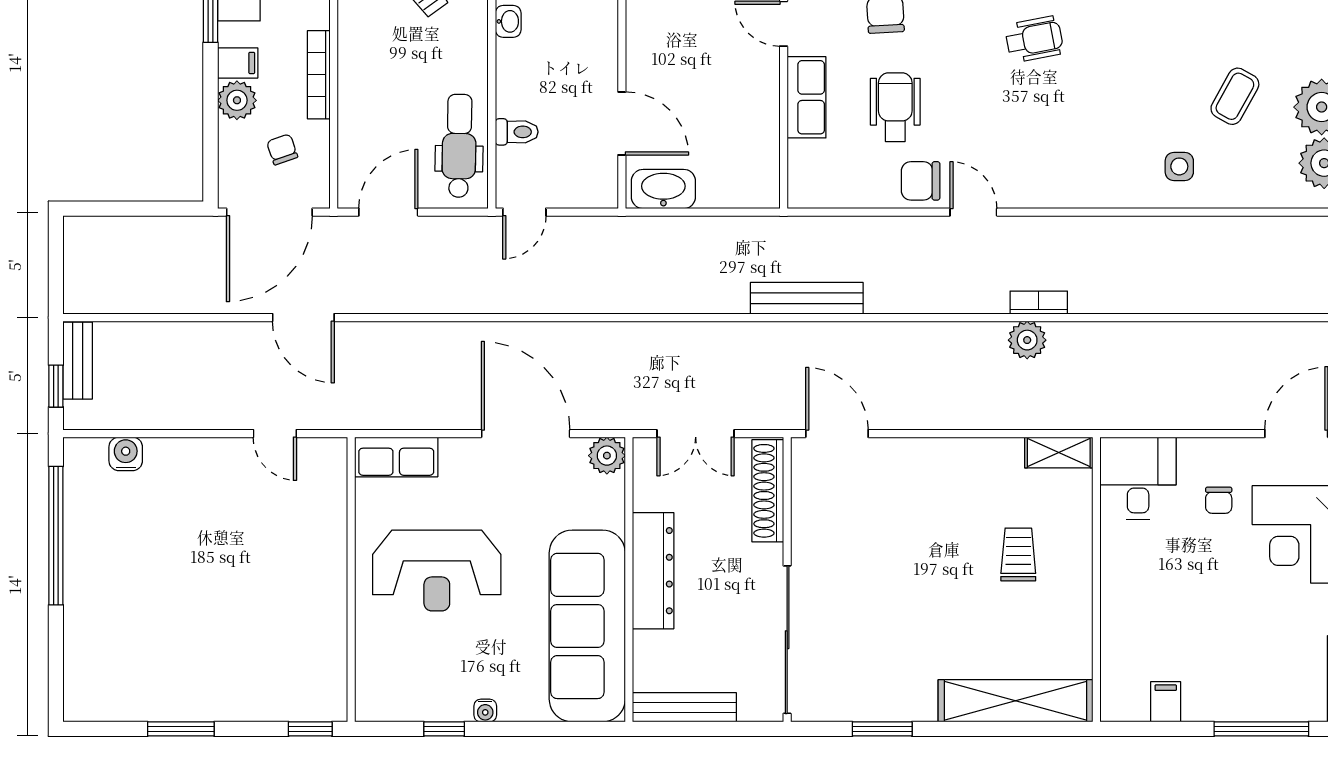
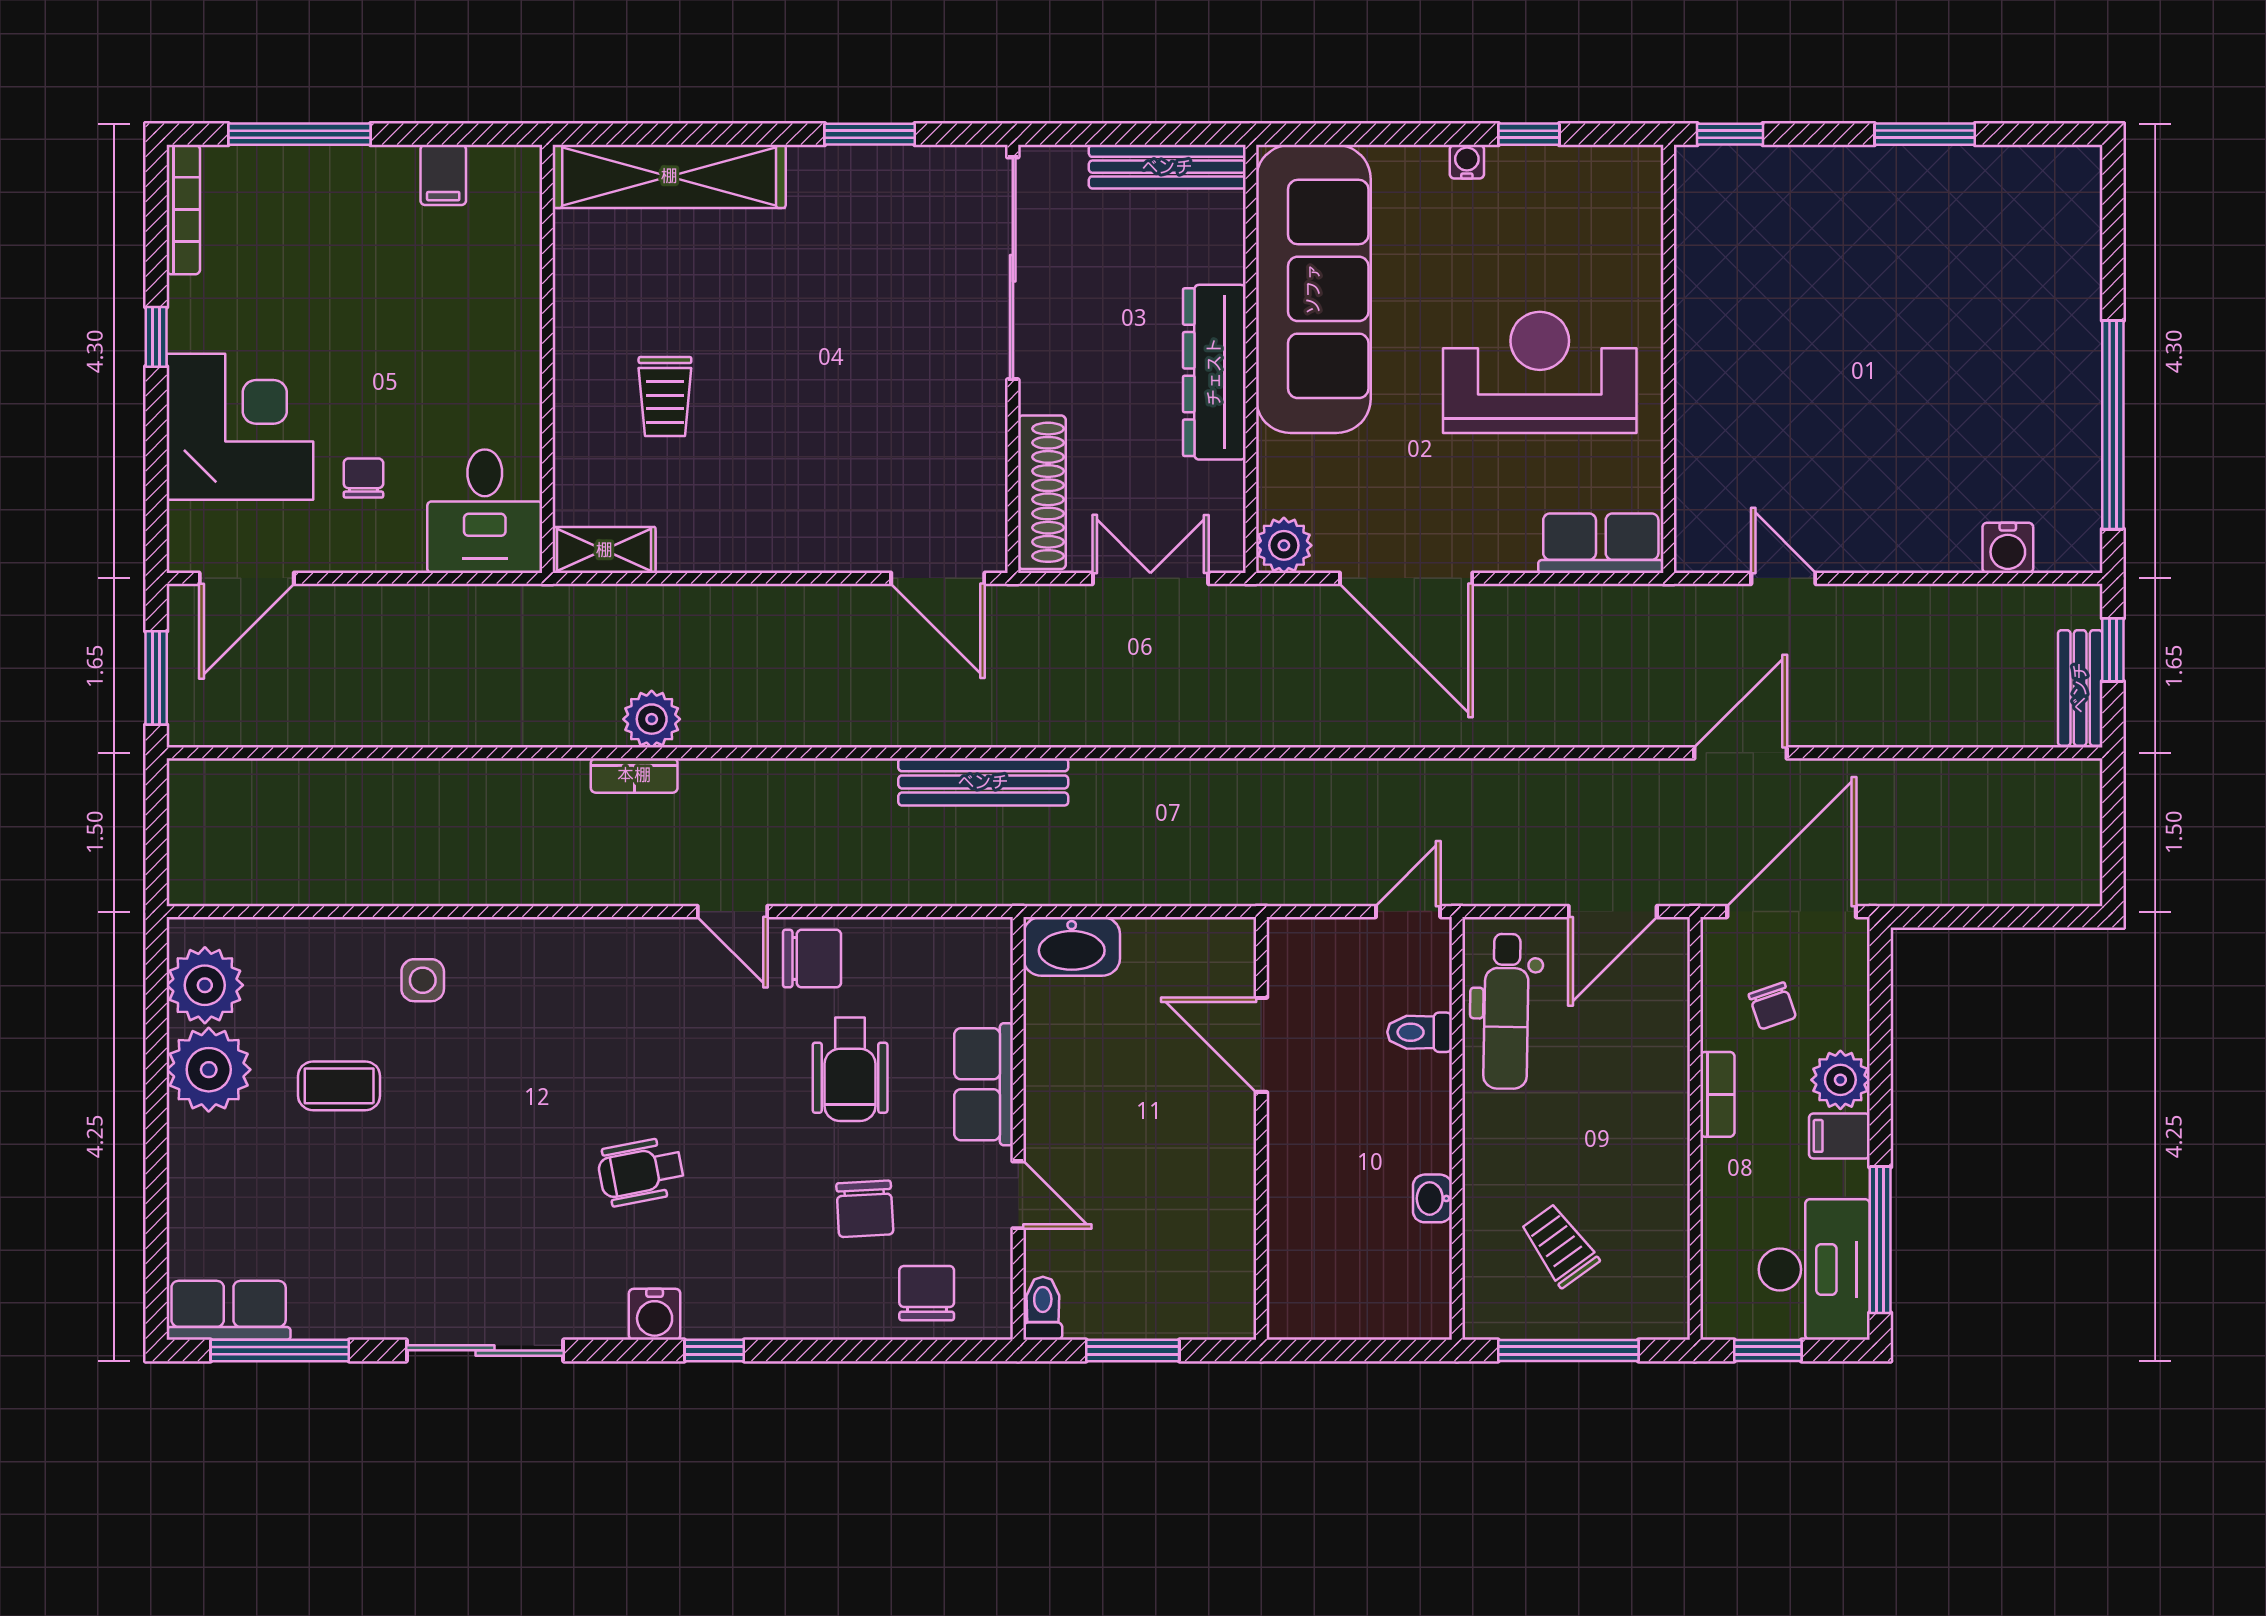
bookcase: (319, 75) -> (1717, 1094), width x0.64
coffee table: (1235, 96) -> (339, 1086), turned 61
washbasin: (663, 189) -> (1072, 946), moved
door: (303, 318) -> (1740, 753), hinge flipped

